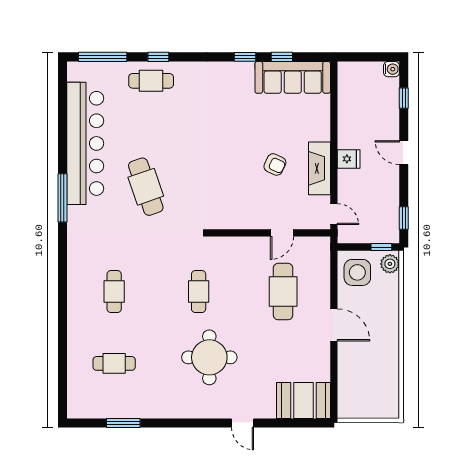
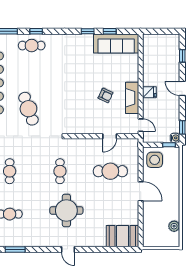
water cooler: (391, 69) -> (175, 138), moved
plant: (390, 264) -> (174, 226), moved
cafe table: (283, 292) -> (110, 171), turned 90
door: (243, 423) -> (68, 250), moved

